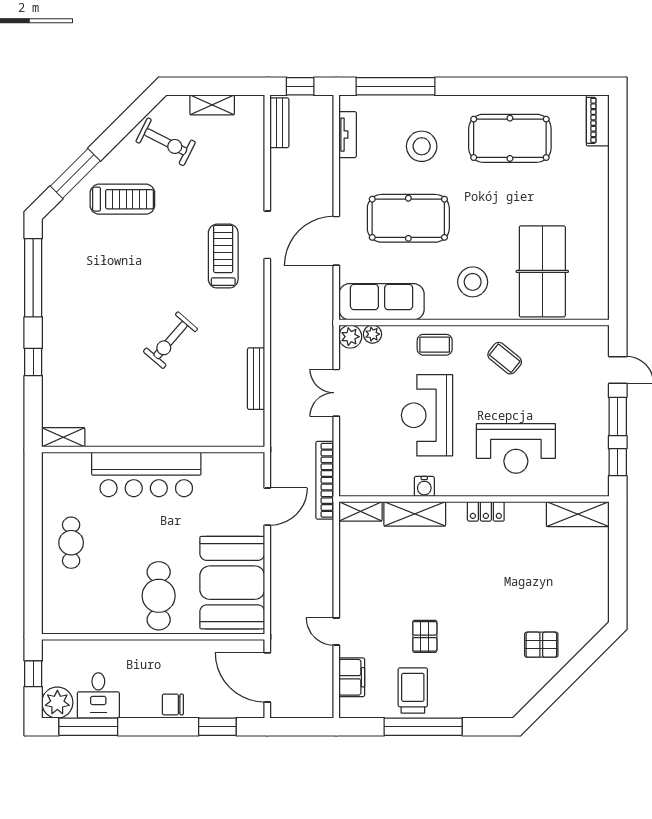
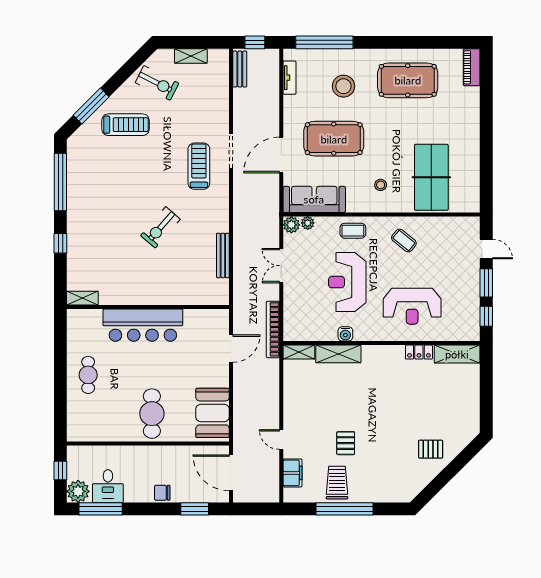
stool: (473, 282) -> (381, 185), width x0.53, depth x0.53
locker: (486, 511) -> (419, 352), moved
booth: (232, 583) -> (213, 413), width x0.73, depth x0.70

